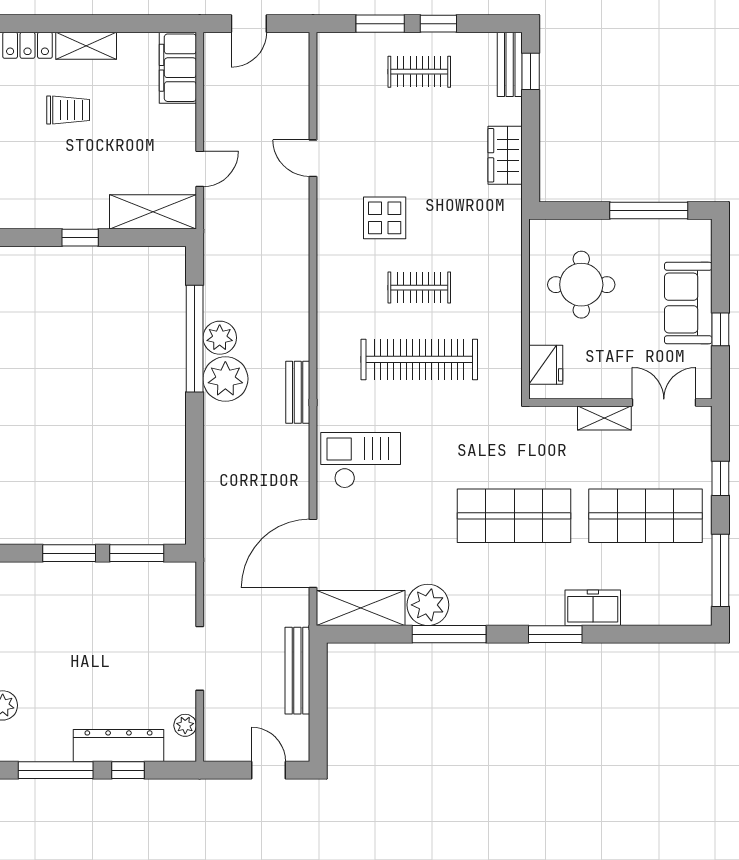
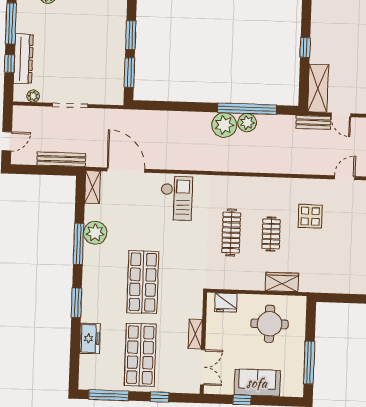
wardrobe: (505, 155) -> (282, 282), moved
clothes rail: (419, 359) -> (231, 233), width x0.73, depth x0.76
bench: (298, 392) -> (313, 122), moved
shelving: (361, 608) -> (93, 187), width x0.67, depth x0.75
freezer: (593, 608) -> (90, 338), moved

